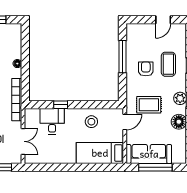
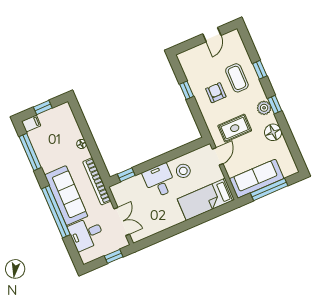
window: (123, 57) -> (187, 90), width x0.46
window: (61, 105) -> (126, 175), moved
desk: (52, 121) -> (159, 181), moved

